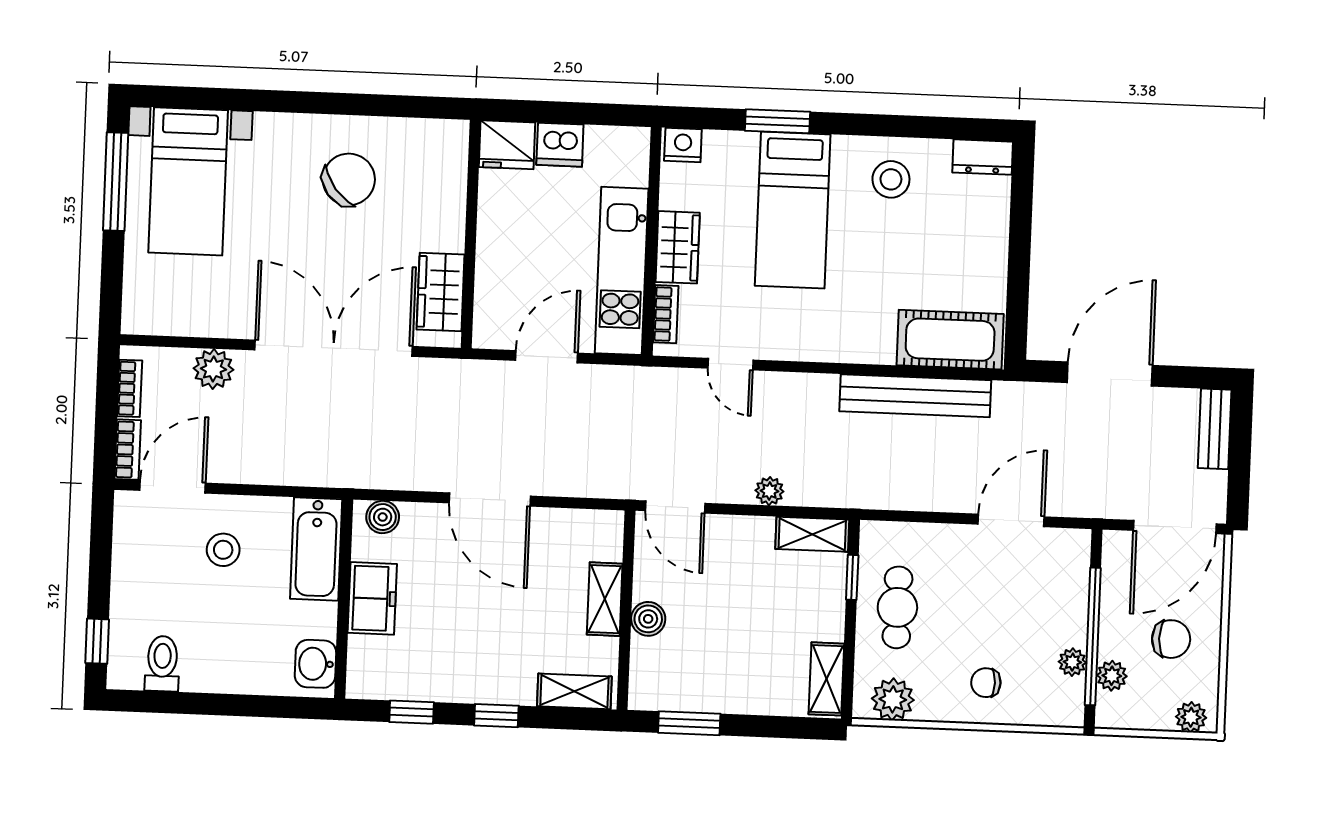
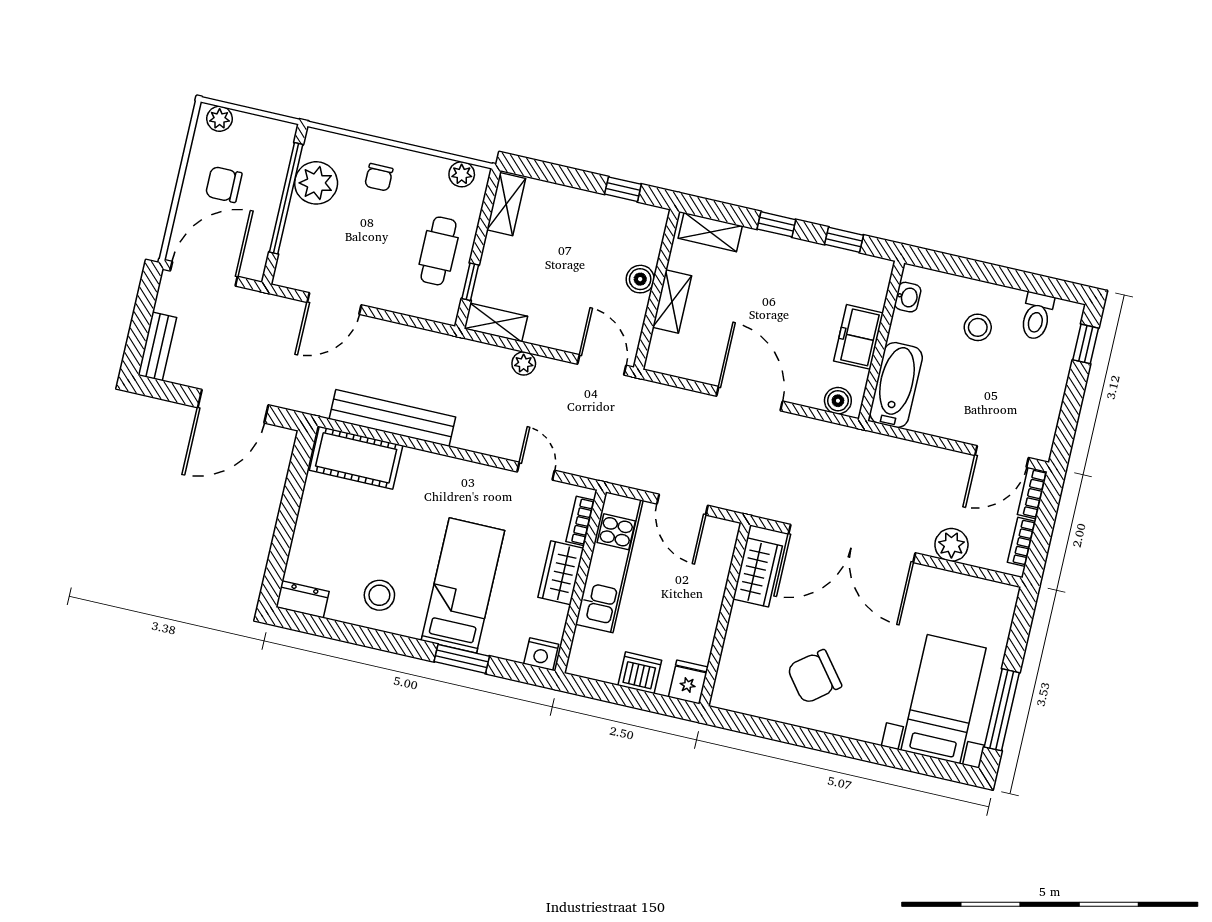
fridge: (507, 145) -> (688, 682), width x0.72
door: (547, 357) -> (682, 505), hinge flipped
stool: (223, 550) -> (978, 327), moved
plant: (1072, 662) -> (316, 183), width x1.88, depth x1.88
washbasin: (315, 664) -> (908, 297), width x0.72, depth x0.69
plant: (1112, 676) -> (277, 164), removed
chair: (986, 683) -> (379, 177), turned 90
plant: (893, 699) -> (462, 174), width x0.73, depth x0.73
window: (689, 723) -> (623, 189), width x0.67

